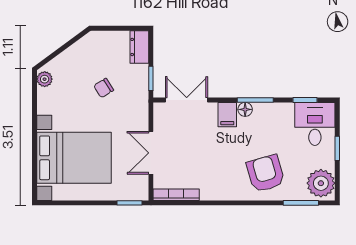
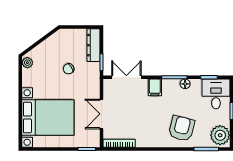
dresser: (139, 47) -> (93, 45), width x1.44
floor lamp: (245, 109) -> (185, 84), moved
armchair: (266, 173) -> (182, 128), turned 30

